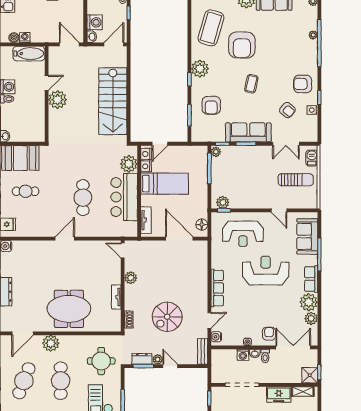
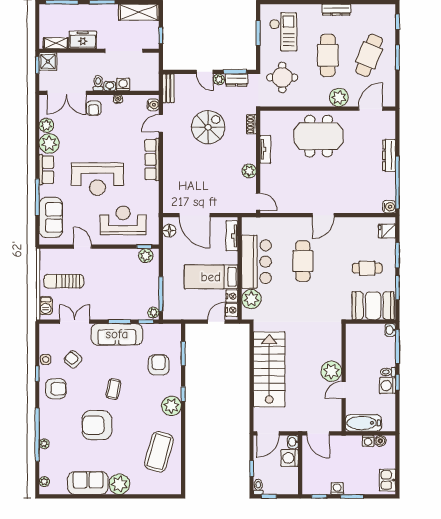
armchair: (242, 45) -> (97, 425), moved, turned -90

